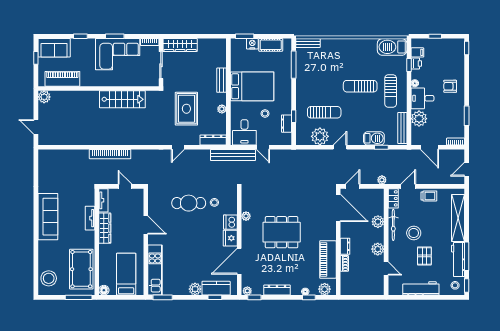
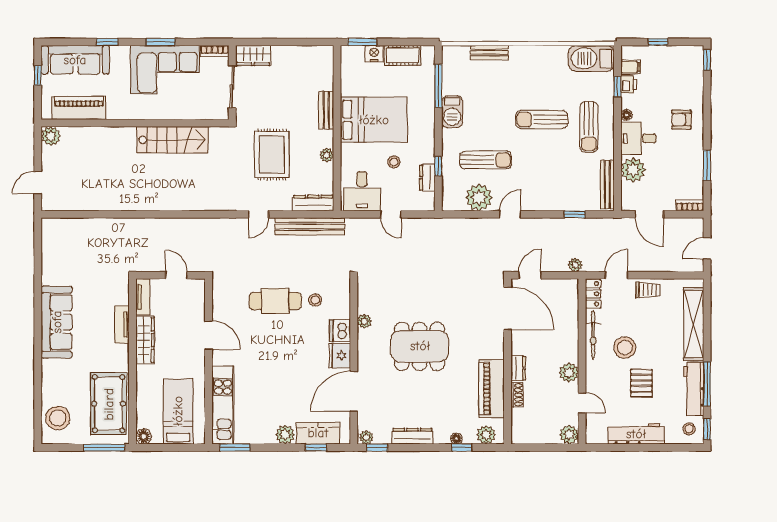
bench: (308, 43) -> (489, 53), moved
wardrobe: (180, 45) -> (253, 56), width x0.67
sofa: (54, 48) -> (75, 60), width x1.36
door: (36, 127) -> (38, 183), hinge flipped
barbecue: (374, 138) -> (452, 112), moved, turned 90
bookcase: (110, 154) -> (153, 225), removed
bench: (233, 155) -> (310, 226), moved
plant: (378, 222) -> (569, 435), moved

